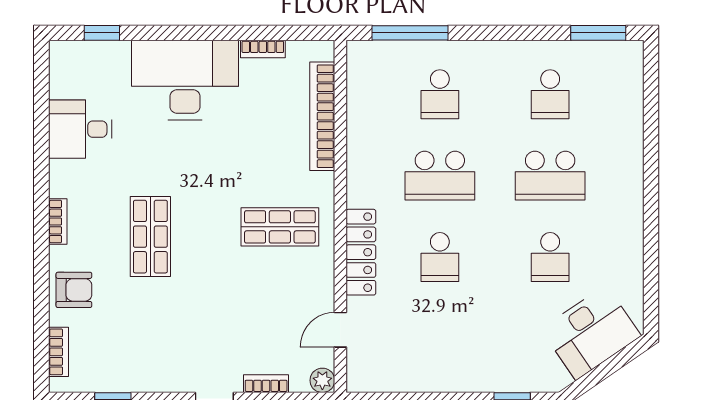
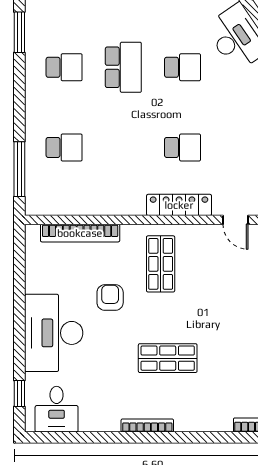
bookcase: (263, 49) -> (31, 276), removed
desk: (80, 129) -> (57, 409), moved
school desk: (440, 176) -> (123, 147), removed
bookcase: (58, 222) -> (147, 425), width x1.56
armchair: (74, 290) -> (110, 298), moved

